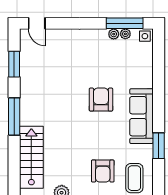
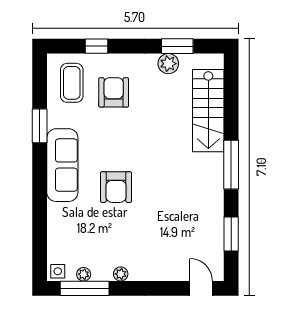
plant: (114, 34) -> (121, 274), moved

